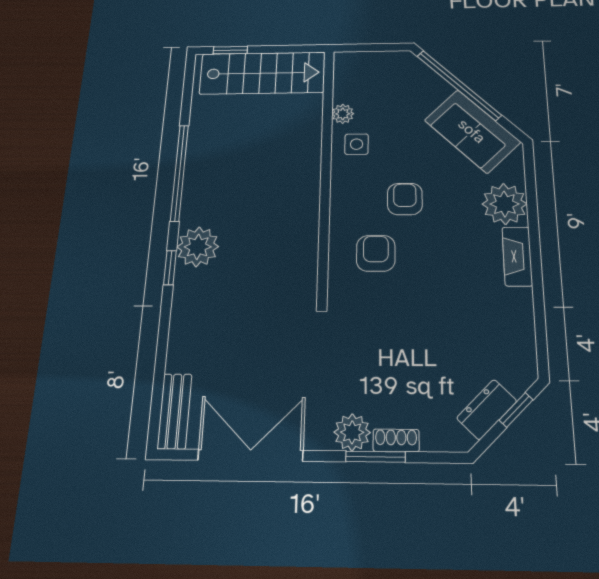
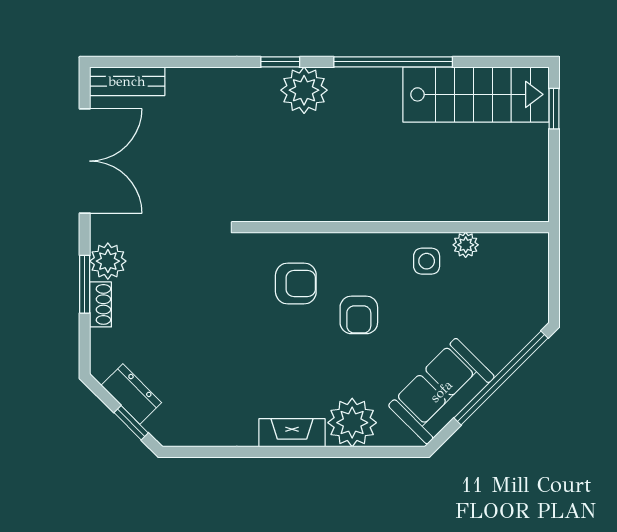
stairs: (262, 73) -> (476, 94), moved, turned -90
armchair: (405, 199) -> (359, 315), turned 90

